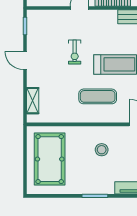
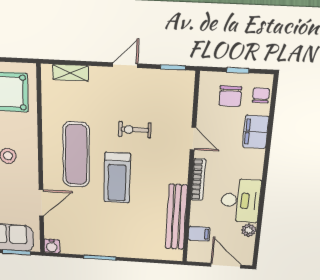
exercise mat: (98, 96) -> (76, 155), width x1.36, depth x1.45

